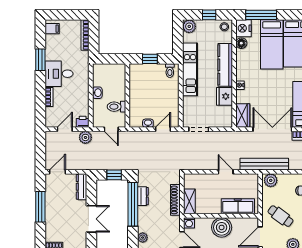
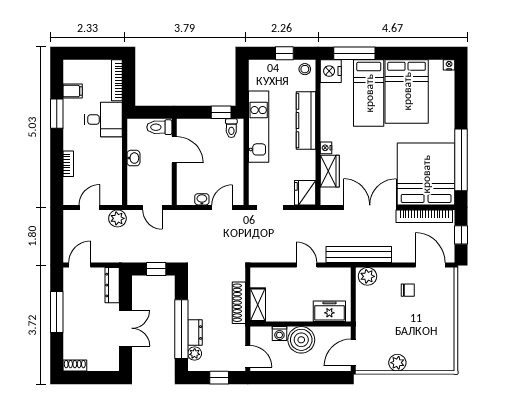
plant: (189, 26) -> (258, 69), removed
filing cabinet: (52, 29) -> (73, 91), moved
floor lamp: (241, 43) -> (328, 91), removed
window: (150, 59) -> (221, 112), moved
desk: (59, 74) -> (104, 120), moved, turned 180
door: (127, 86) -> (174, 150), added
fridge: (224, 96) -> (305, 193), moved
toilet: (116, 107) -> (159, 127), moved
wardrobe: (243, 116) -> (330, 171), moved
printer: (83, 122) -> (114, 197), removed
dresser: (143, 196) -> (195, 333), moved
window: (133, 204) -> (181, 329), moved
freezer: (238, 206) -> (329, 311), width x0.71
cafe table: (281, 216) -> (381, 325), removed
washing machine: (189, 223) -> (279, 334), moved

